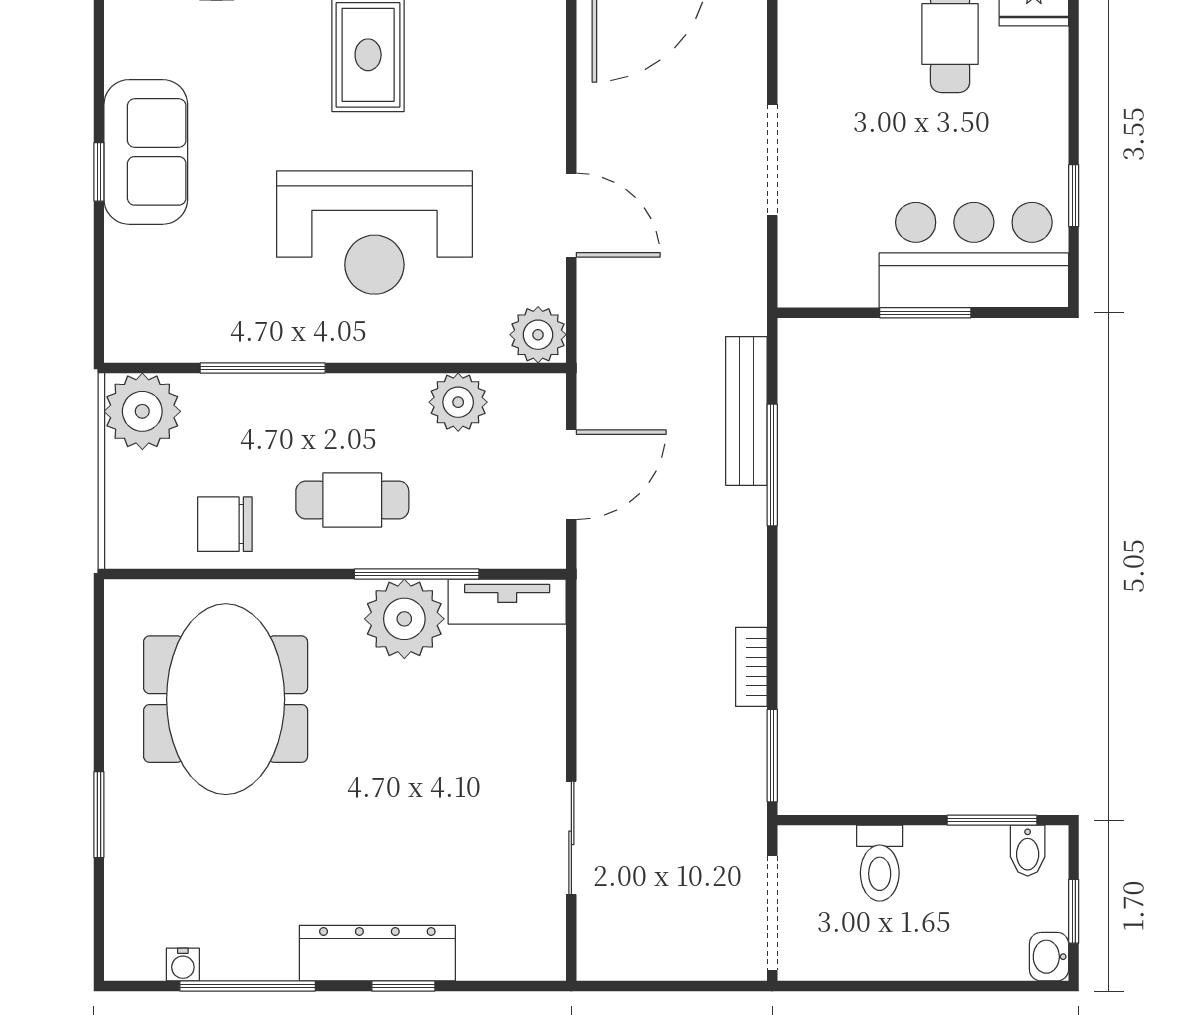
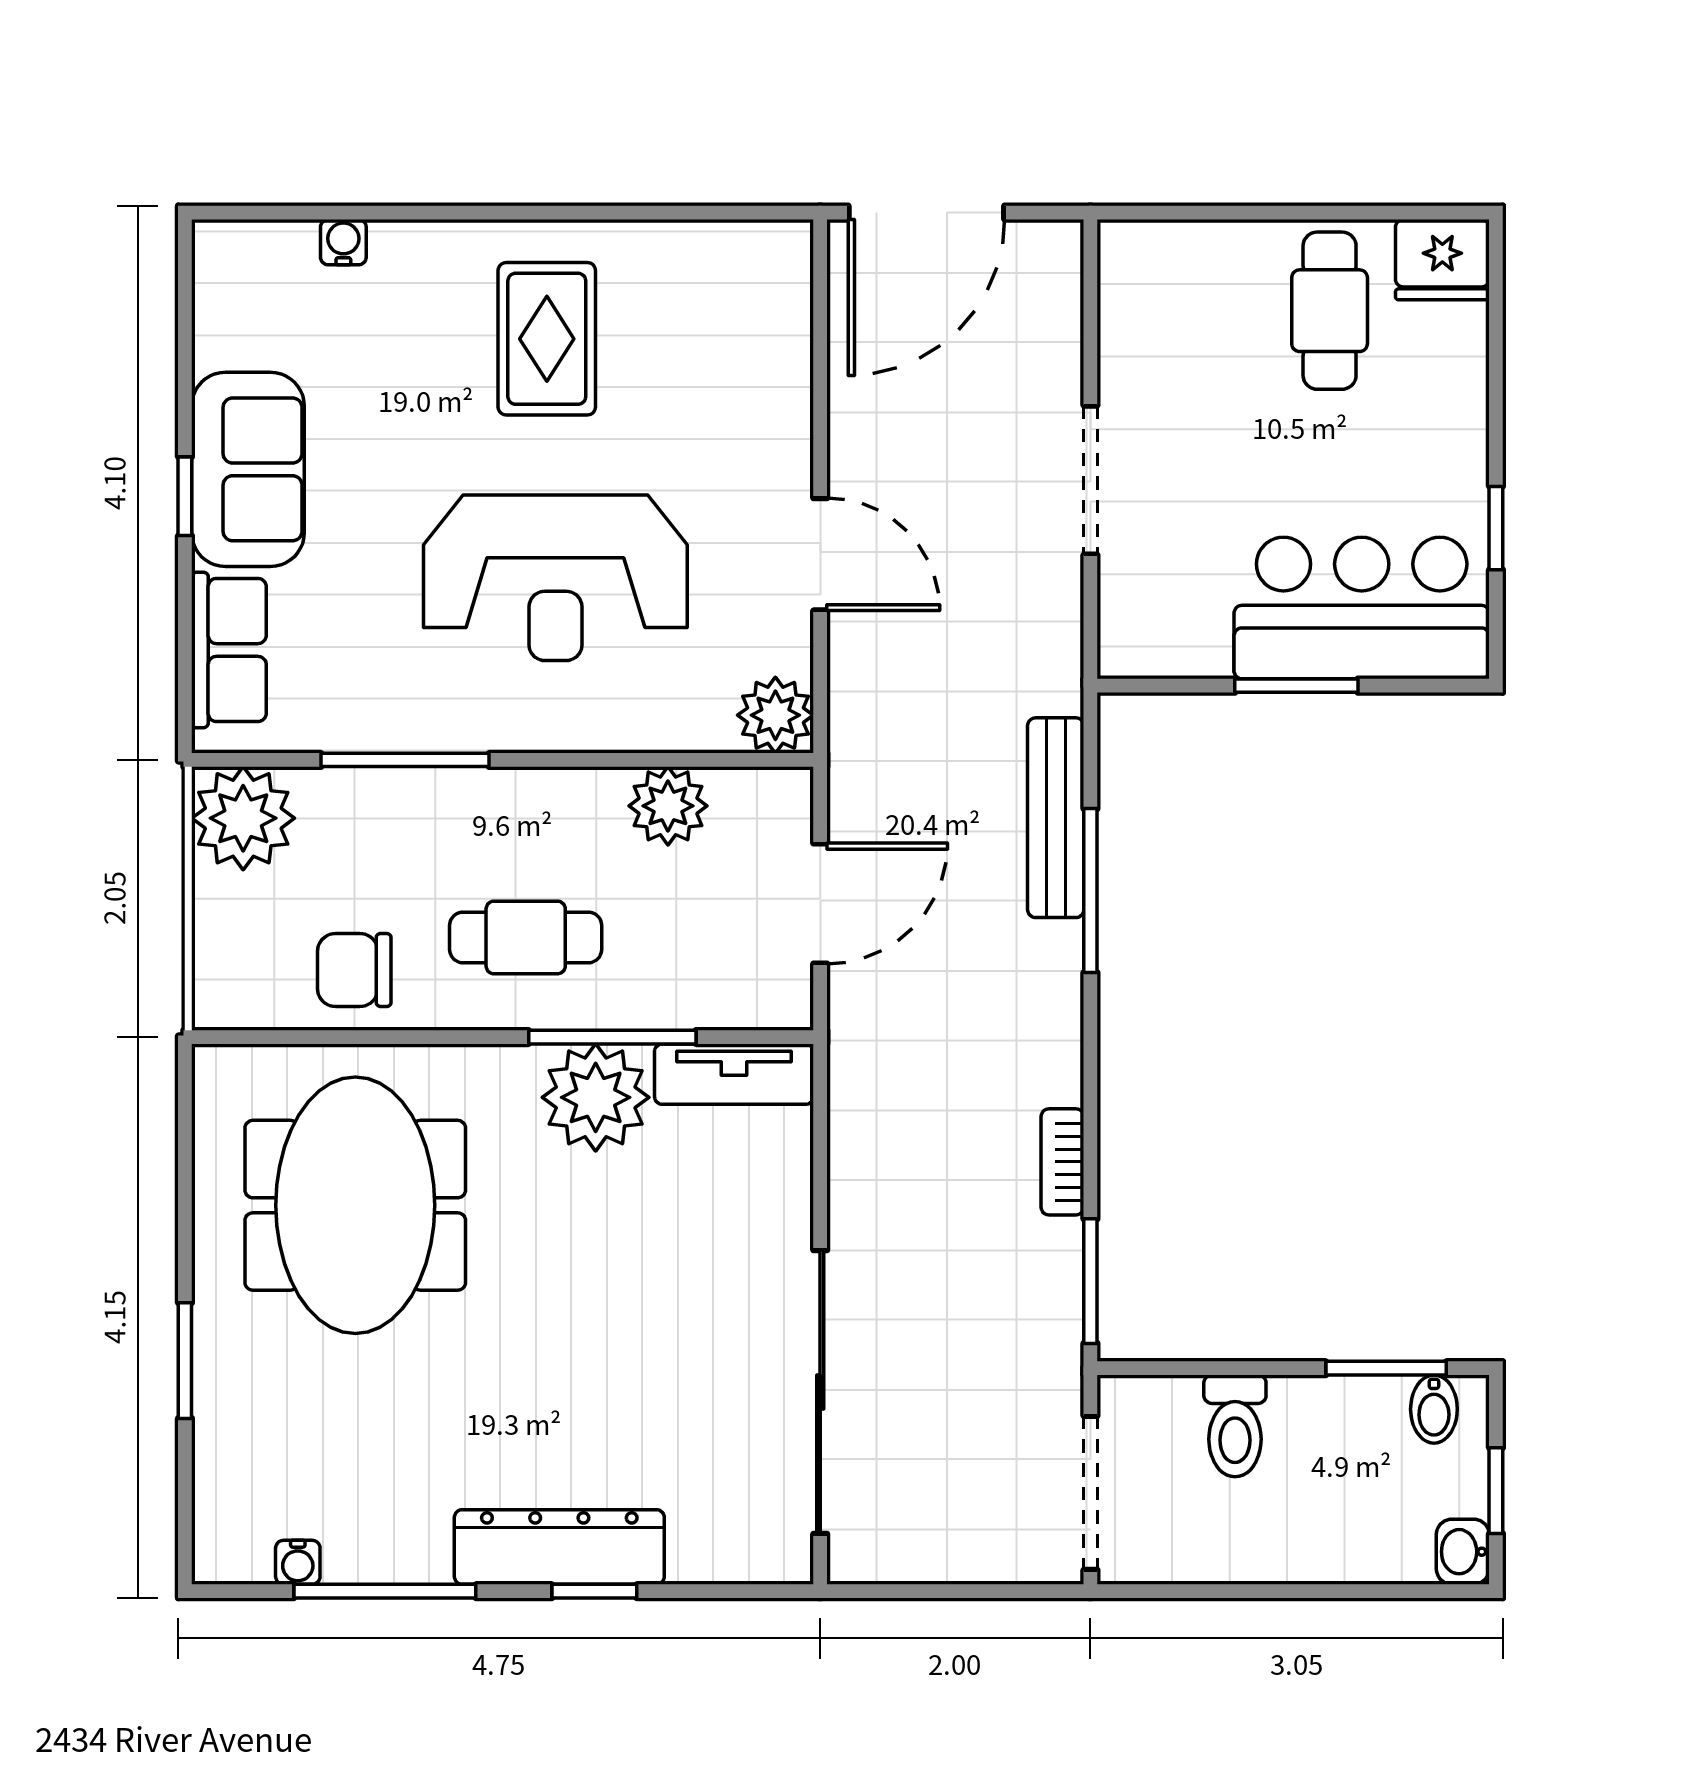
row of seats: (132, 286) -> (229, 650), added
sliding door: (571, 838) -> (820, 1392), width x1.86

